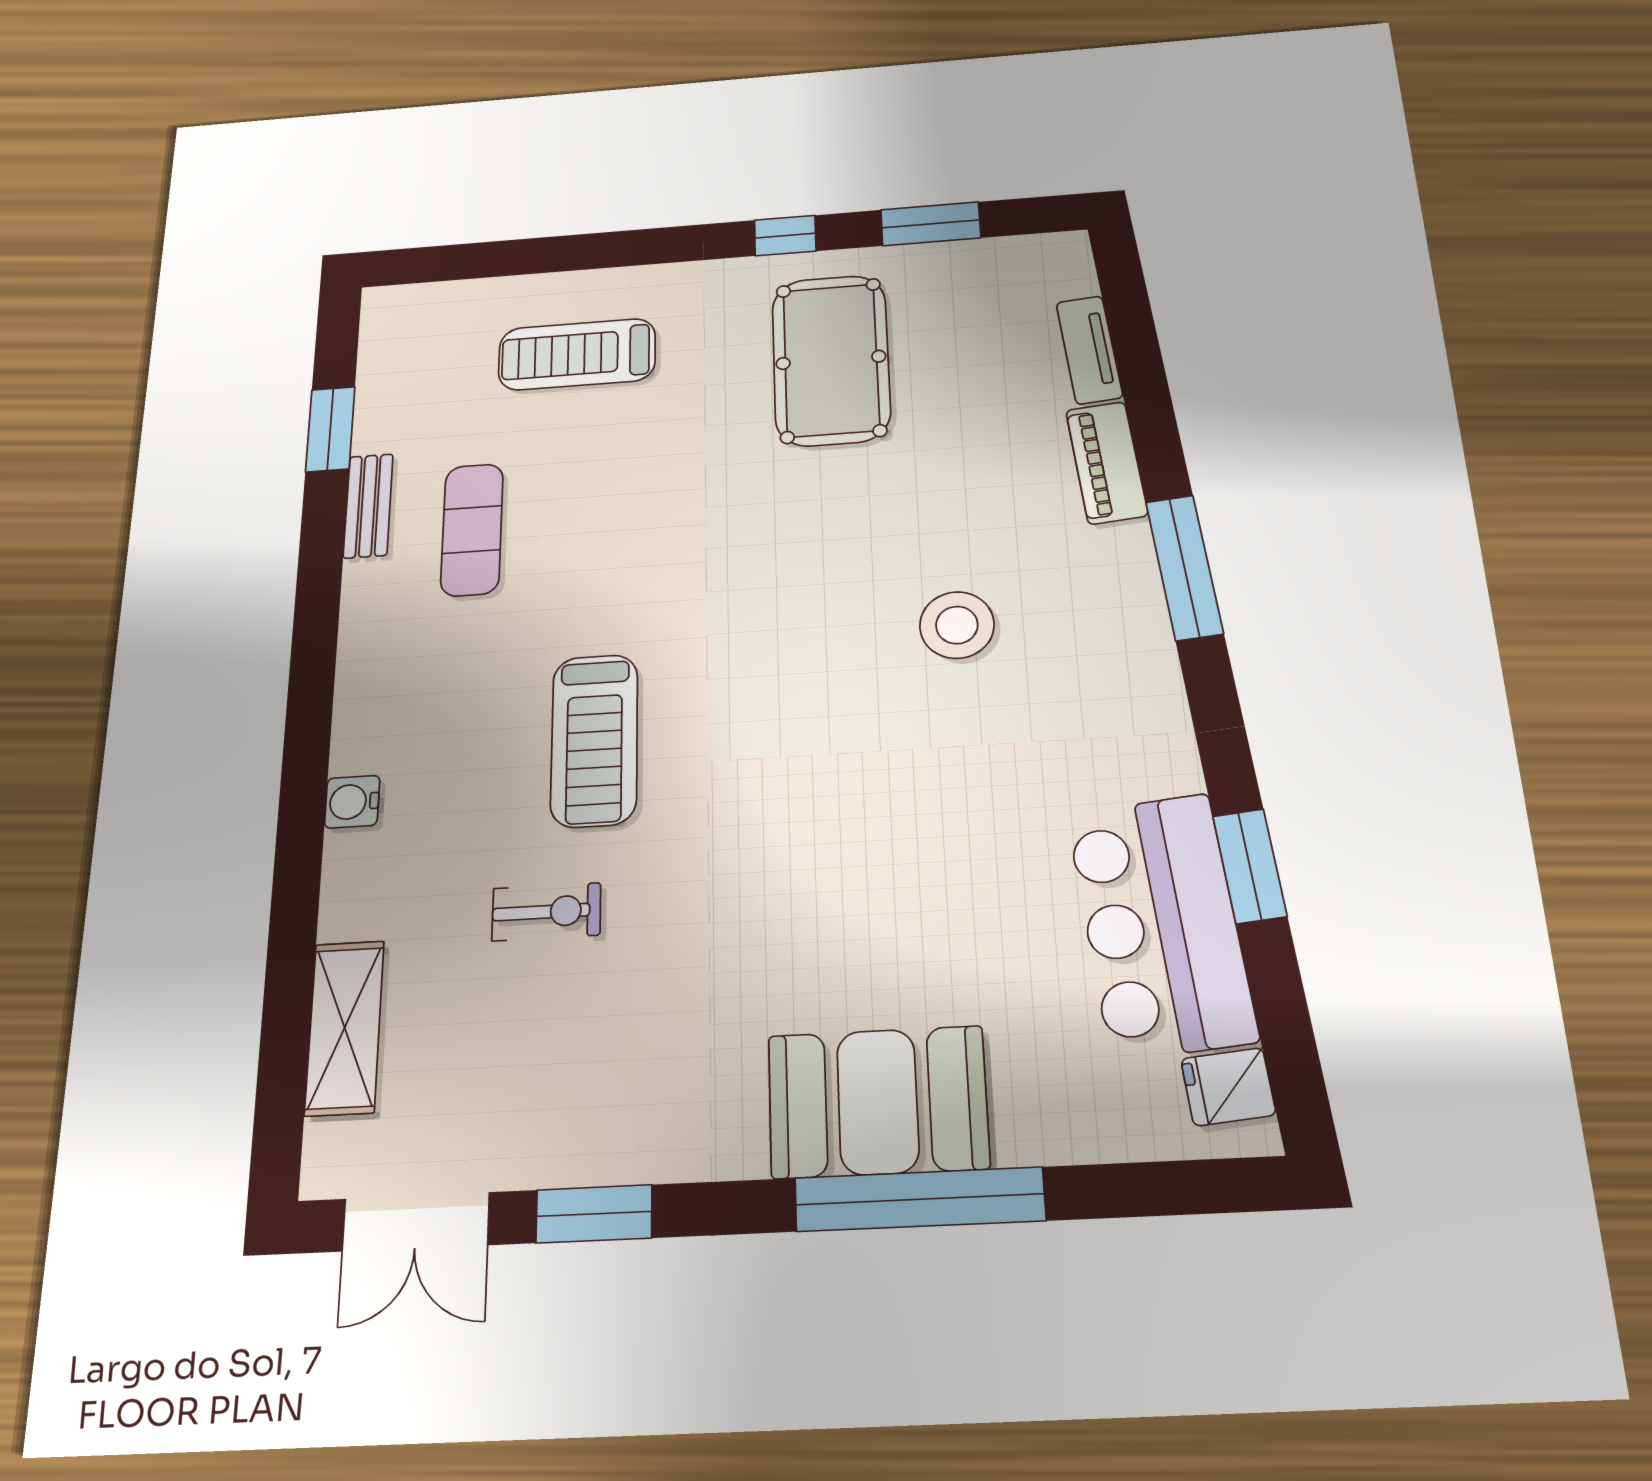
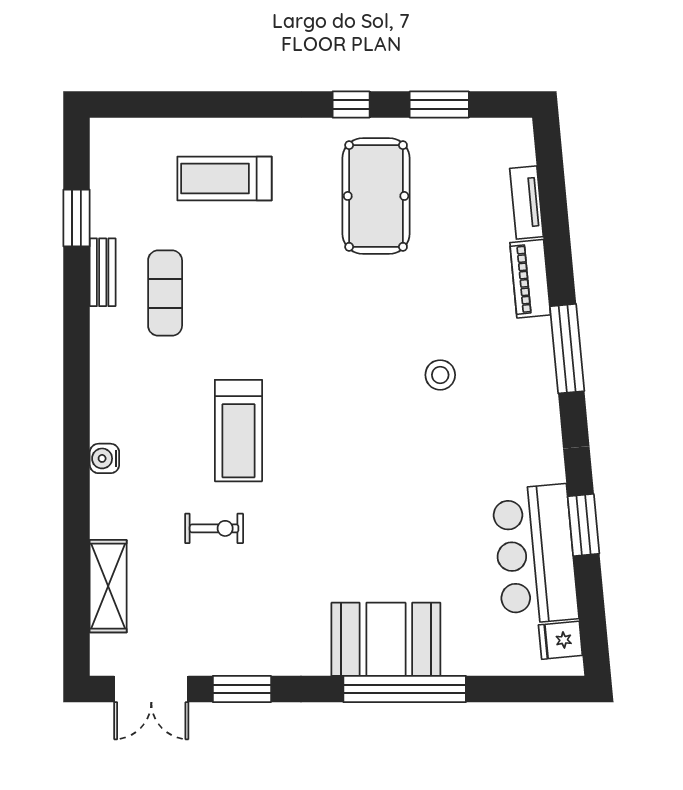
stool: (957, 625) -> (440, 375), width x0.73, depth x0.73

